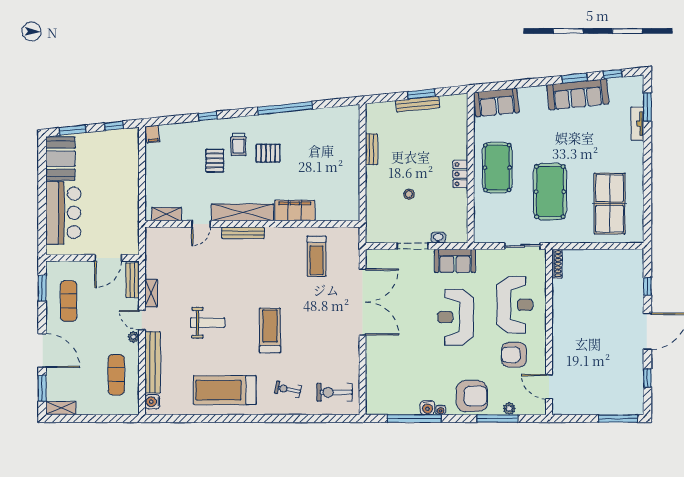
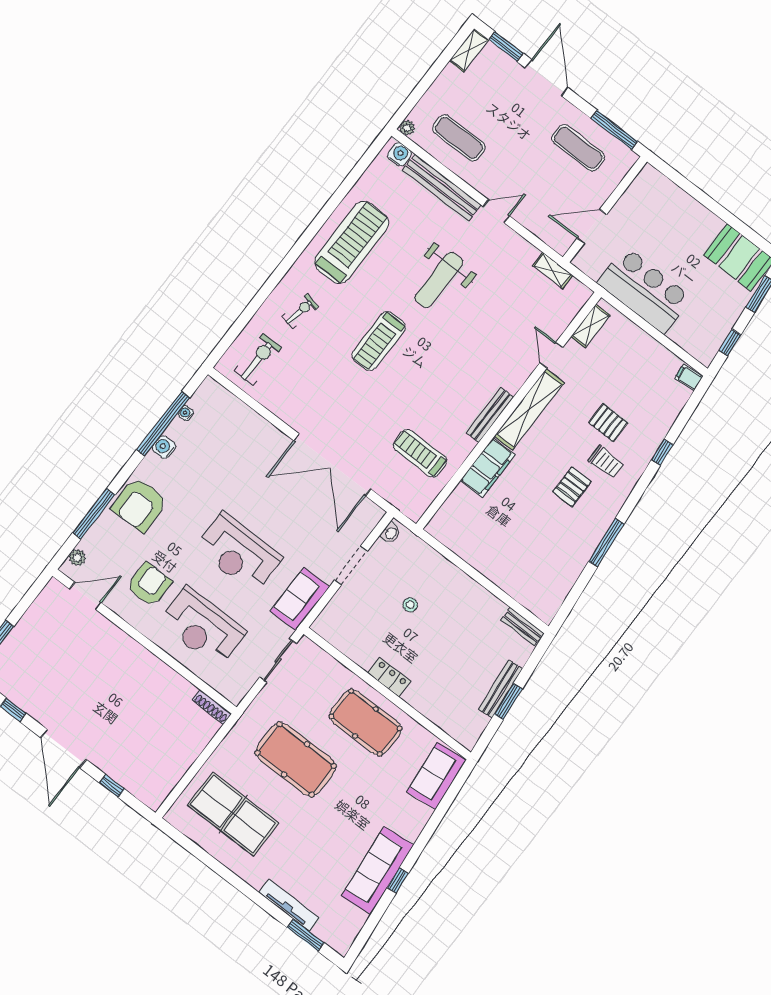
window: (613, 74) -> (370, 925), removed
window: (574, 78) -> (398, 880), width x0.67
window: (285, 108) -> (606, 543), width x0.68
tv unit: (637, 124) -> (289, 905), width x1.41
trolley: (239, 145) -> (606, 462), turned 180
bench: (371, 149) -> (522, 627), moved
bar counter: (63, 213) -> (644, 290), moved, turned 180
bench: (243, 233) -> (490, 415), moved
washbasin: (438, 238) -> (391, 533), moved
sliding door: (522, 246) -> (278, 660), moved
door: (108, 258) -> (592, 226), hinge flipped
bench: (132, 280) -> (548, 234), removed
window: (42, 288) -> (614, 130), width x1.44
shelving: (151, 293) -> (553, 270), moved
reception desk: (456, 317) -> (239, 553), turned 180
weight bench: (208, 323) -> (439, 280), width x1.36, depth x1.33
treadmill: (270, 330) -> (379, 341), turned 90
plant: (133, 337) -> (407, 128), moved
door: (42, 351) -> (547, 78), swing flipped
plant: (509, 409) -> (77, 558), moved
water cooler: (441, 410) -> (186, 413), moved

